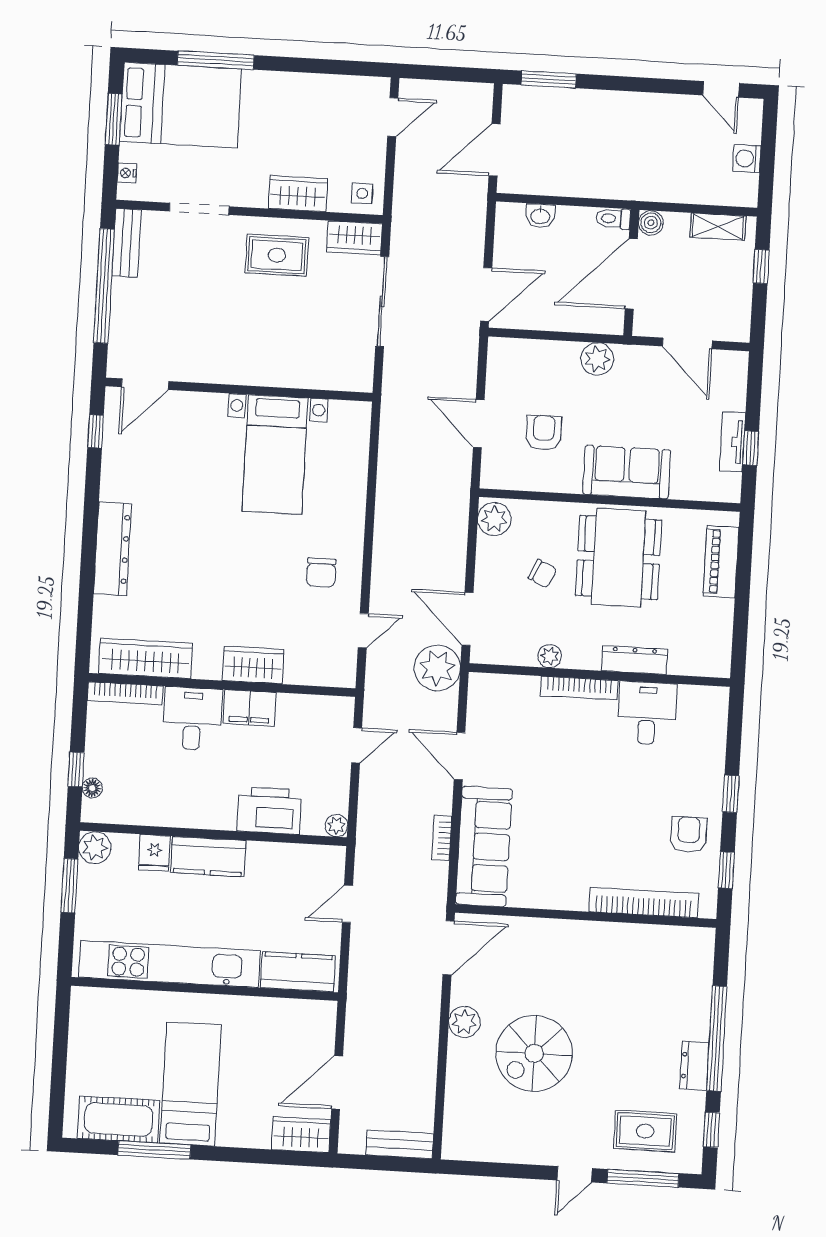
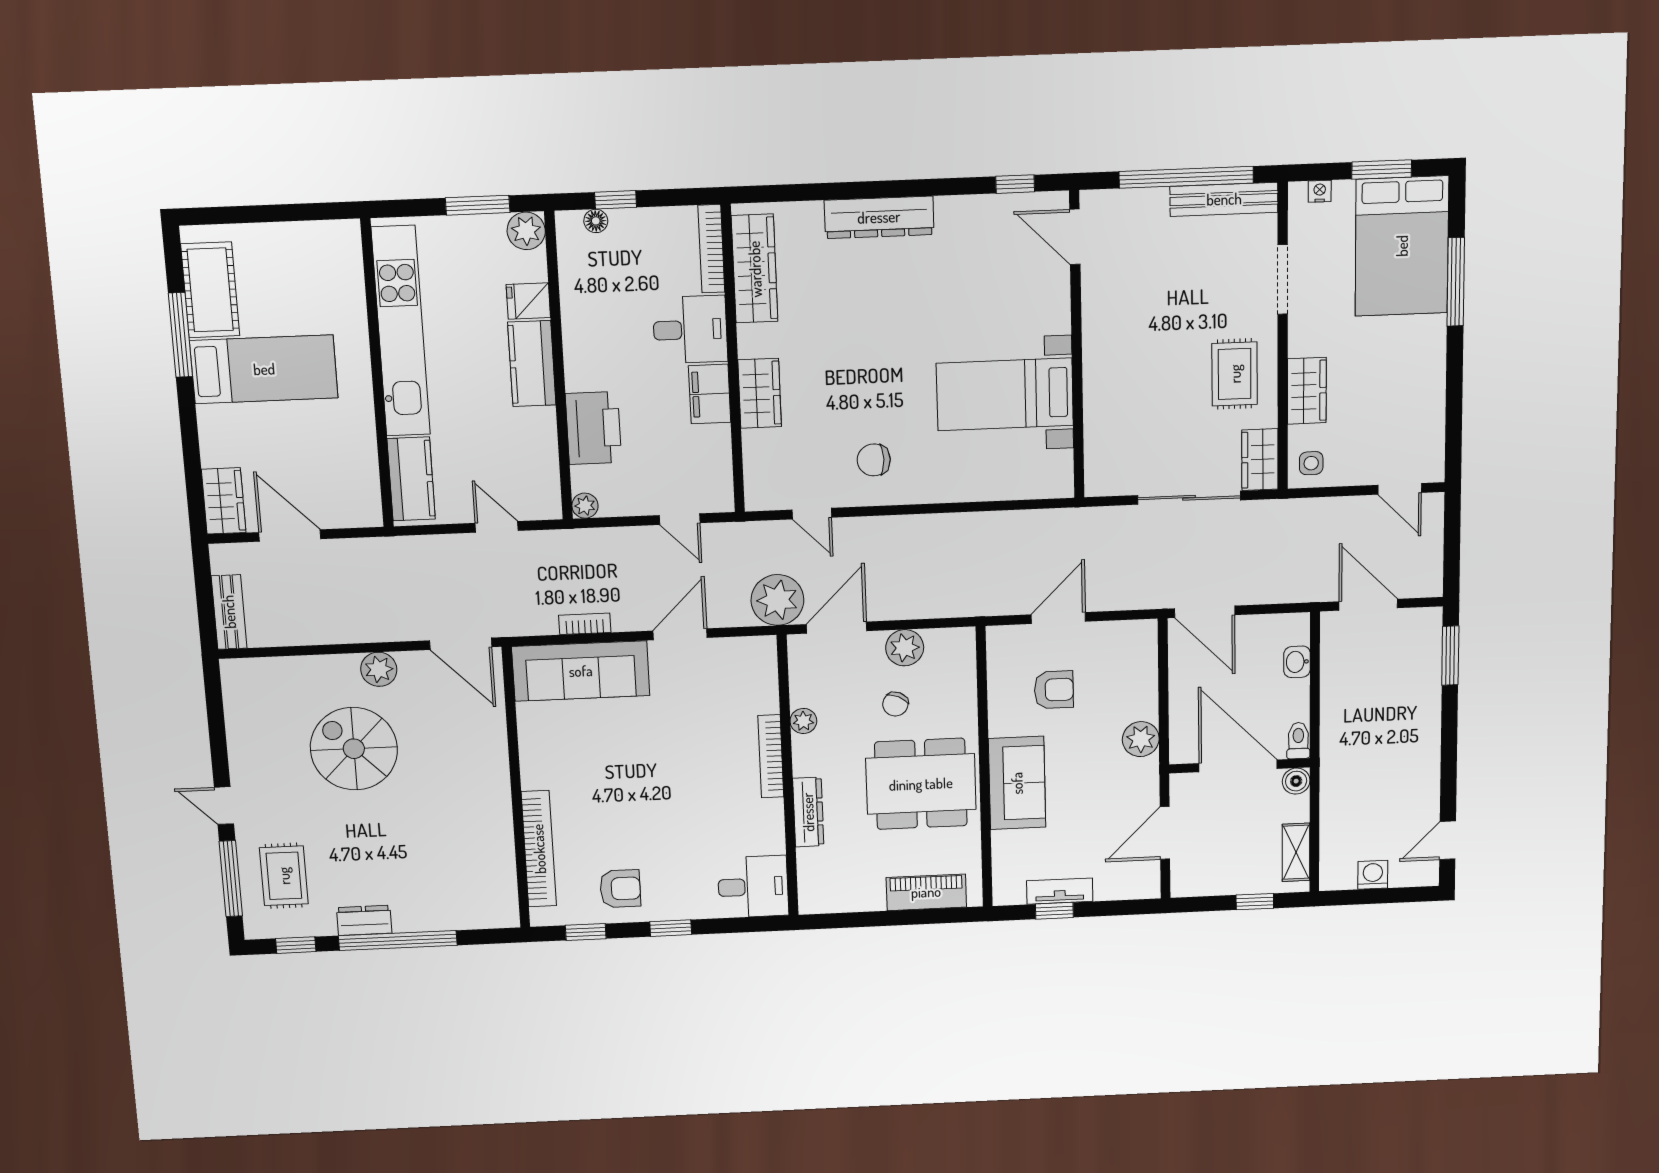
bench: (127, 243) -> (1224, 199), width x1.36
plant: (494, 519) -> (905, 648), moved
desk: (647, 713) -> (753, 887), moved

